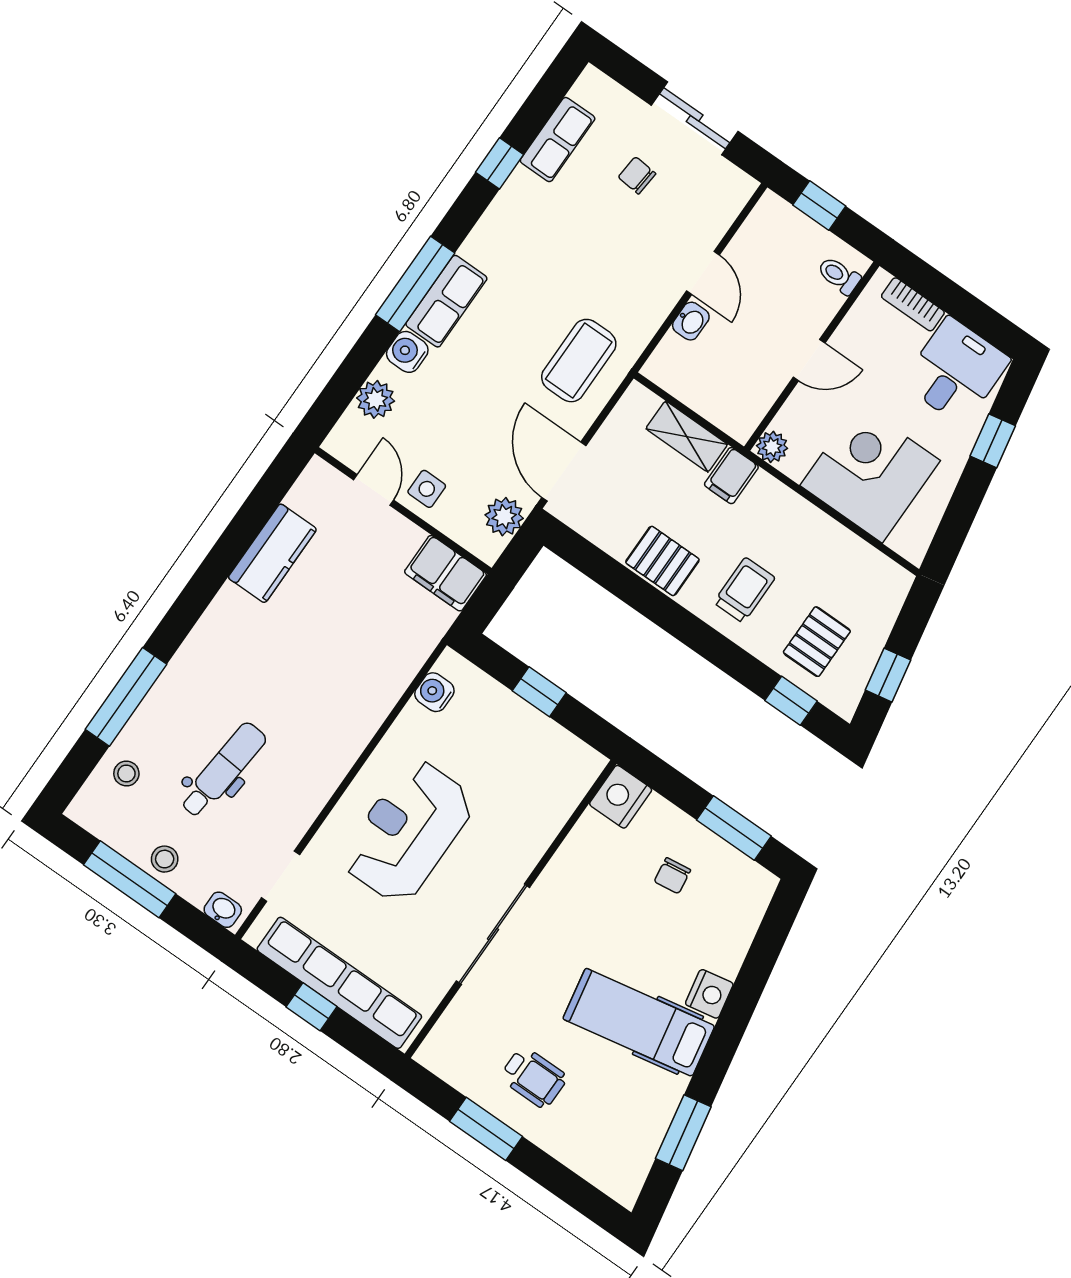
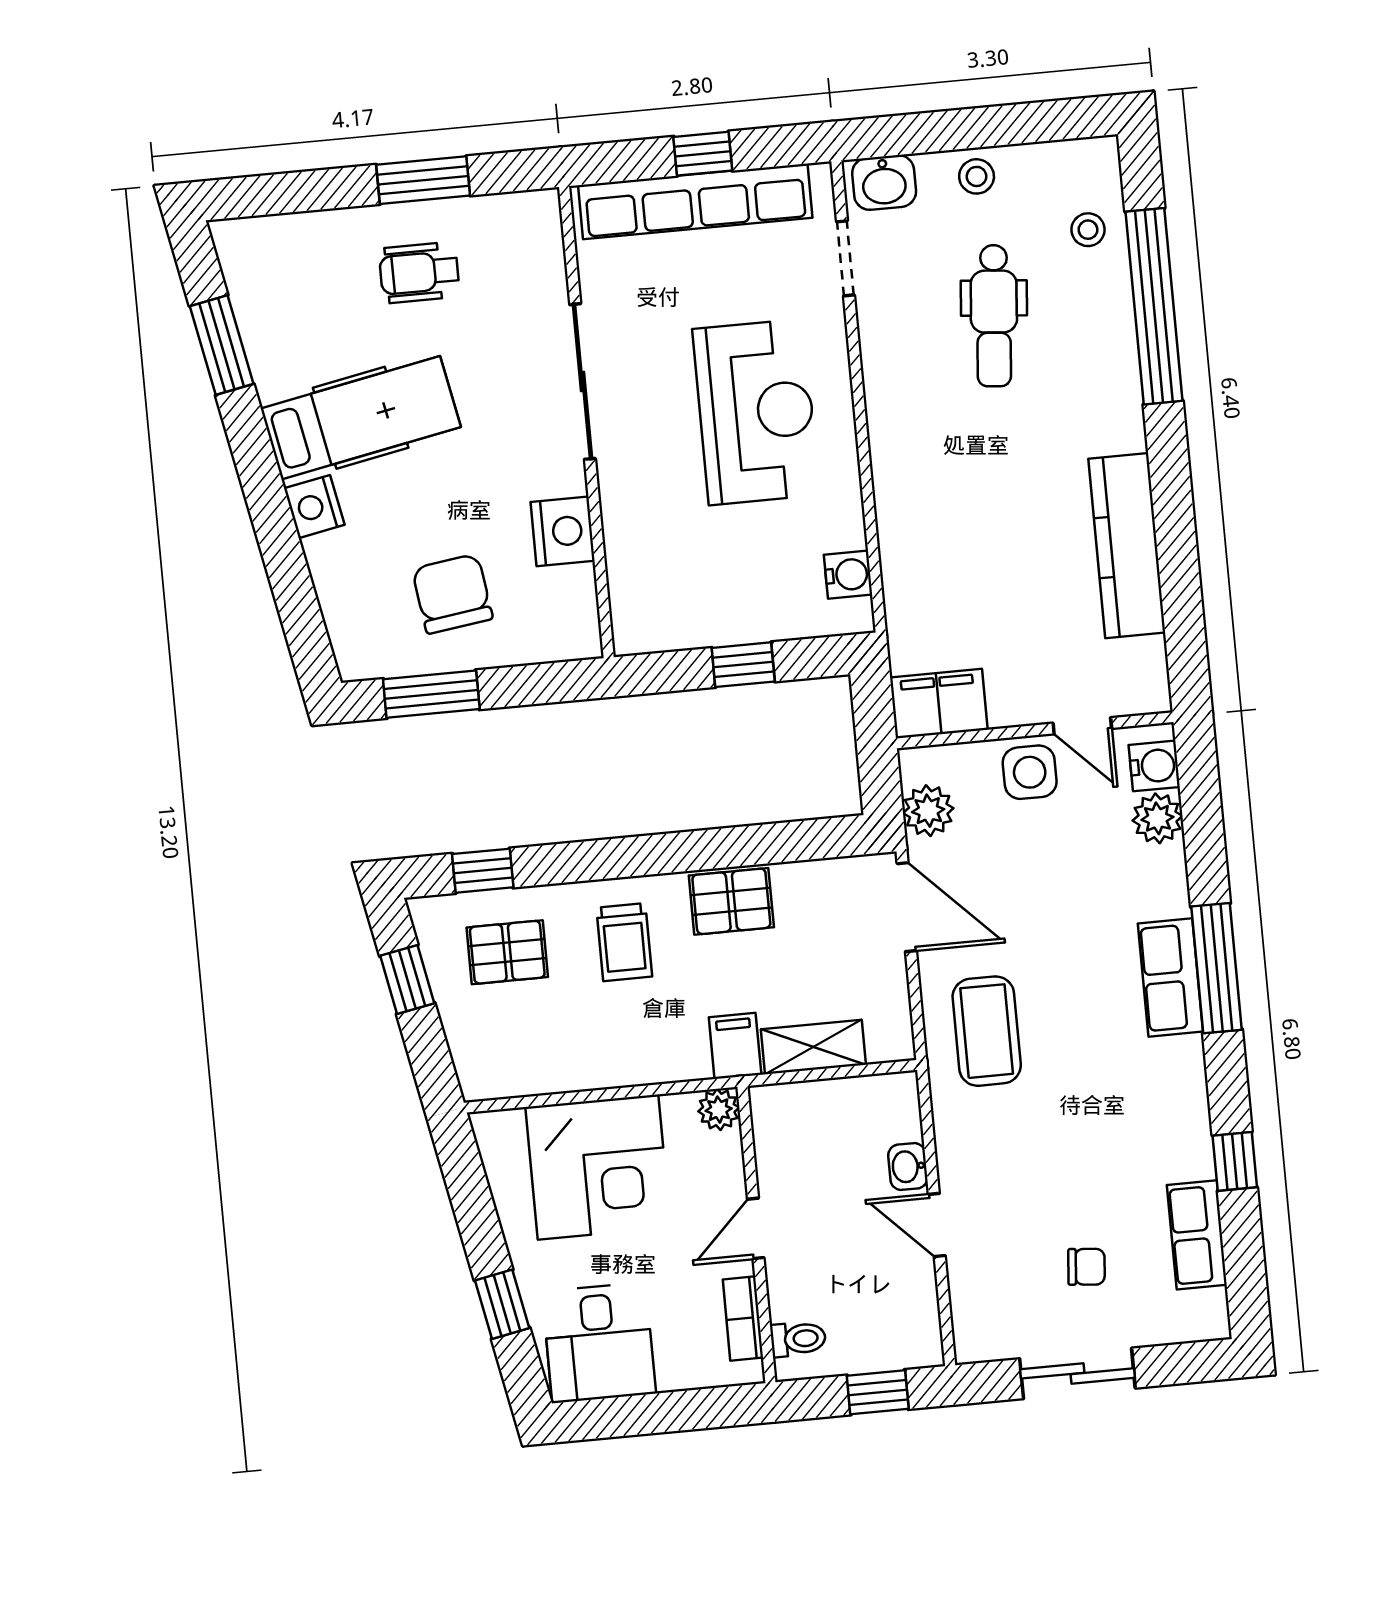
bookcase: (913, 304) -> (743, 1318), moved, turned -90
water cooler: (407, 352) -> (1154, 766), moved
side table: (427, 489) -> (1030, 772), width x1.37, depth x1.37
kitchen counter: (272, 553) -> (1127, 546), width x1.50
pallet: (817, 642) -> (507, 952), turned 90
window: (126, 697) -> (1154, 306), width x1.46
nightstand: (621, 797) -> (563, 531), moved
chair: (672, 876) -> (452, 594), width x1.87, depth x1.87
window: (130, 879) -> (994, 126), removed
washbasin: (223, 910) -> (884, 182), width x1.38, depth x1.45

